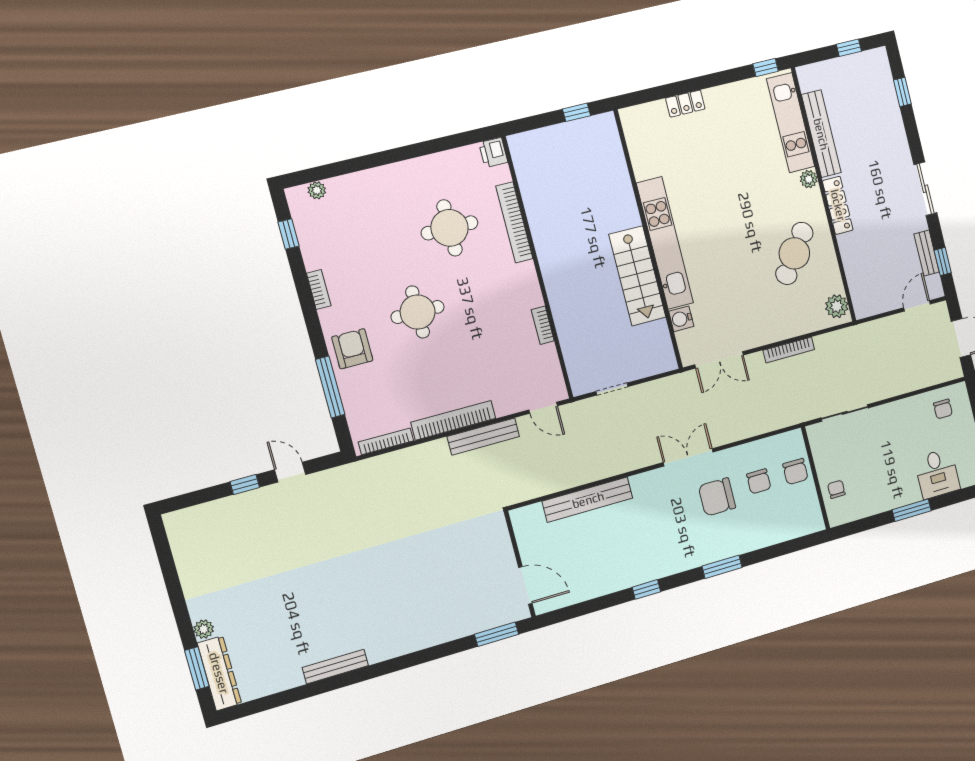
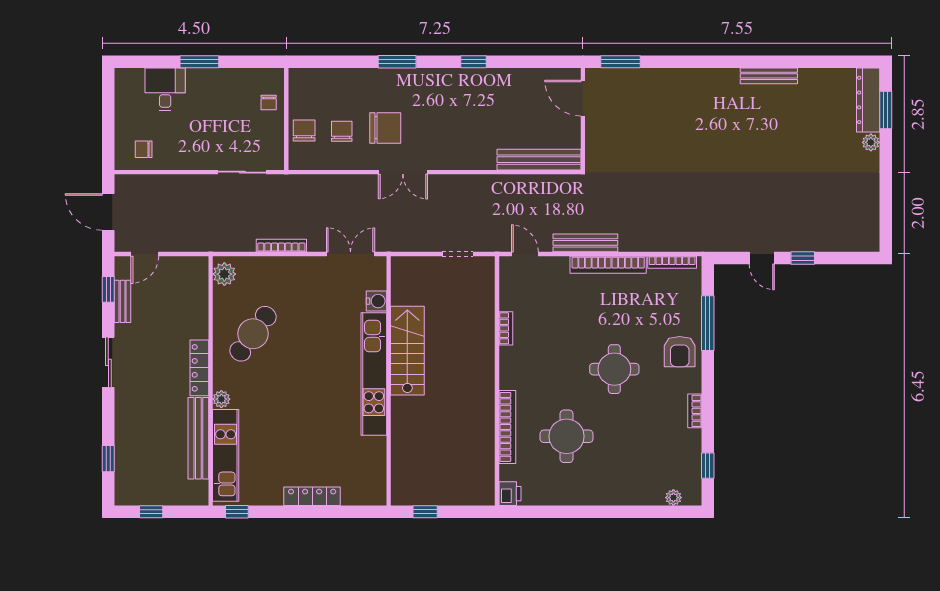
locker: (685, 104) -> (312, 496), width x1.53
chair: (943, 409) -> (144, 149), turned -90
bench: (588, 500) -> (539, 160), moved

